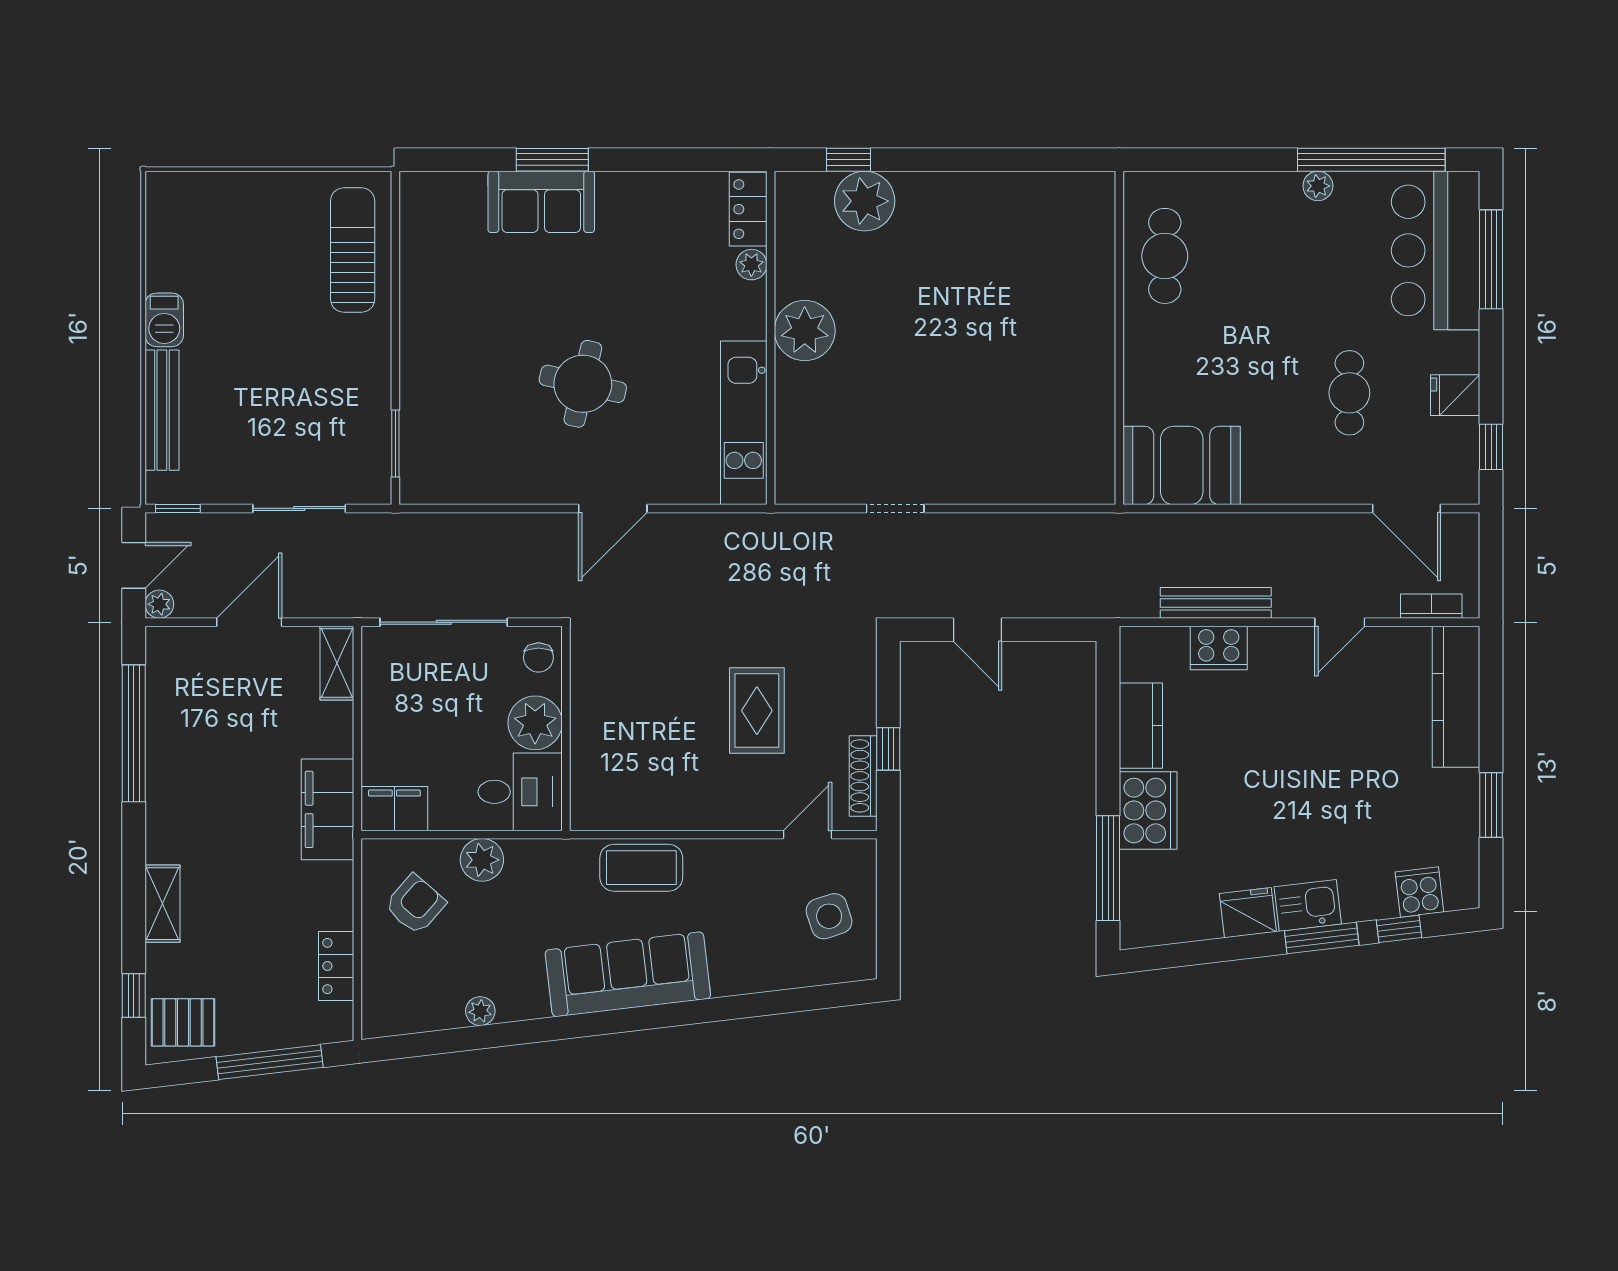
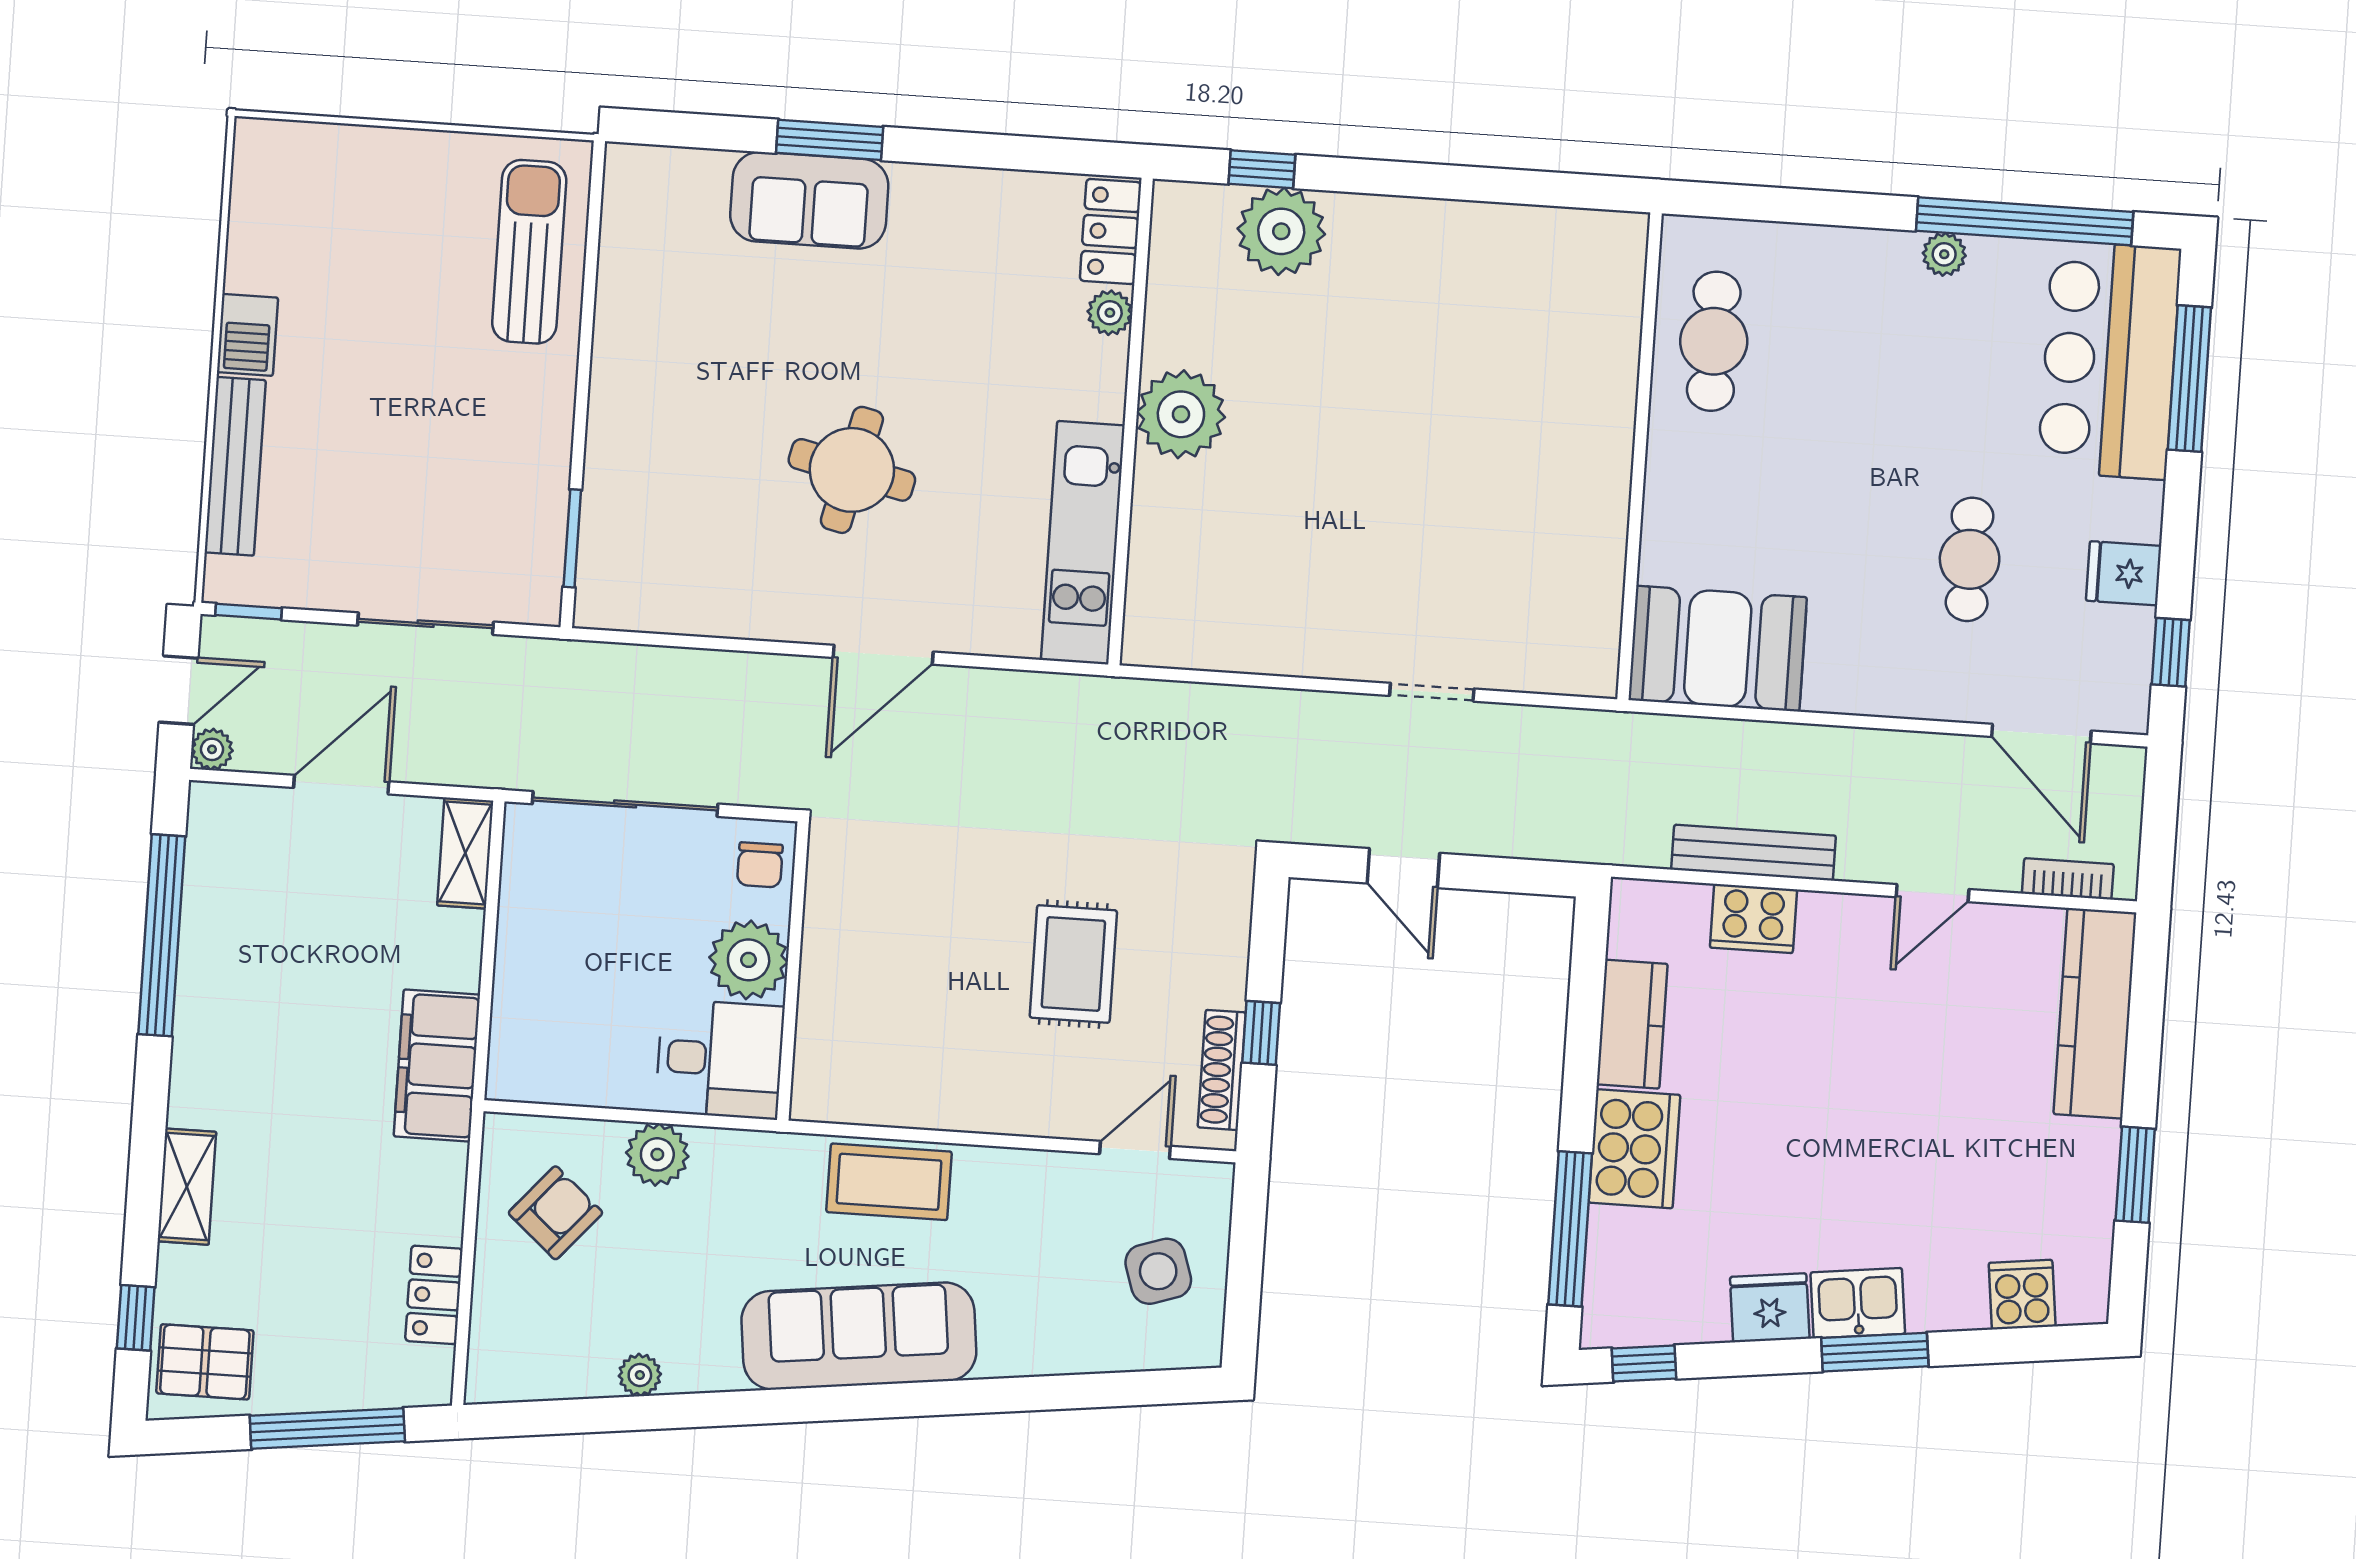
doorway: (895, 508) -> (1432, 692), moved
filing cabinet: (394, 809) -> (535, 1071), removed
window: (1399, 929) -> (1644, 1363), moved

